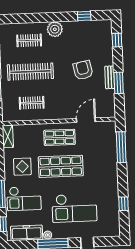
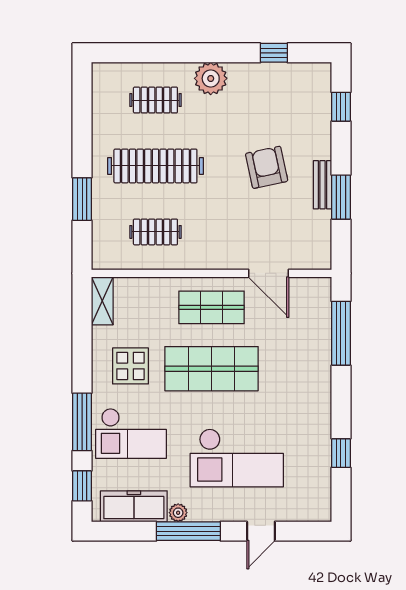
door: (86, 120) -> (268, 273), swing flipped

